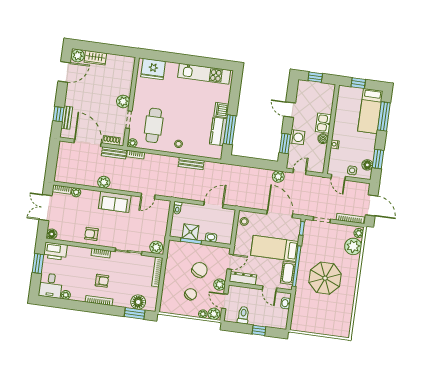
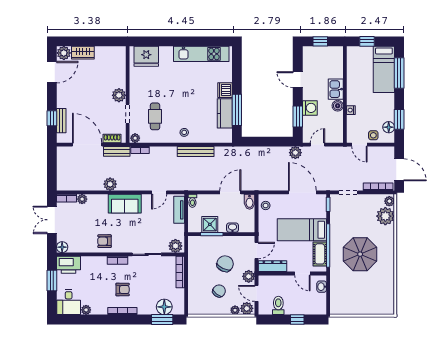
cafe table: (154, 125) -> (155, 116), width x0.73, depth x0.74
bench: (191, 164) -> (196, 151), width x1.36
tv unit: (164, 214) -> (179, 210), added
bidet: (230, 216) -> (250, 202), added

